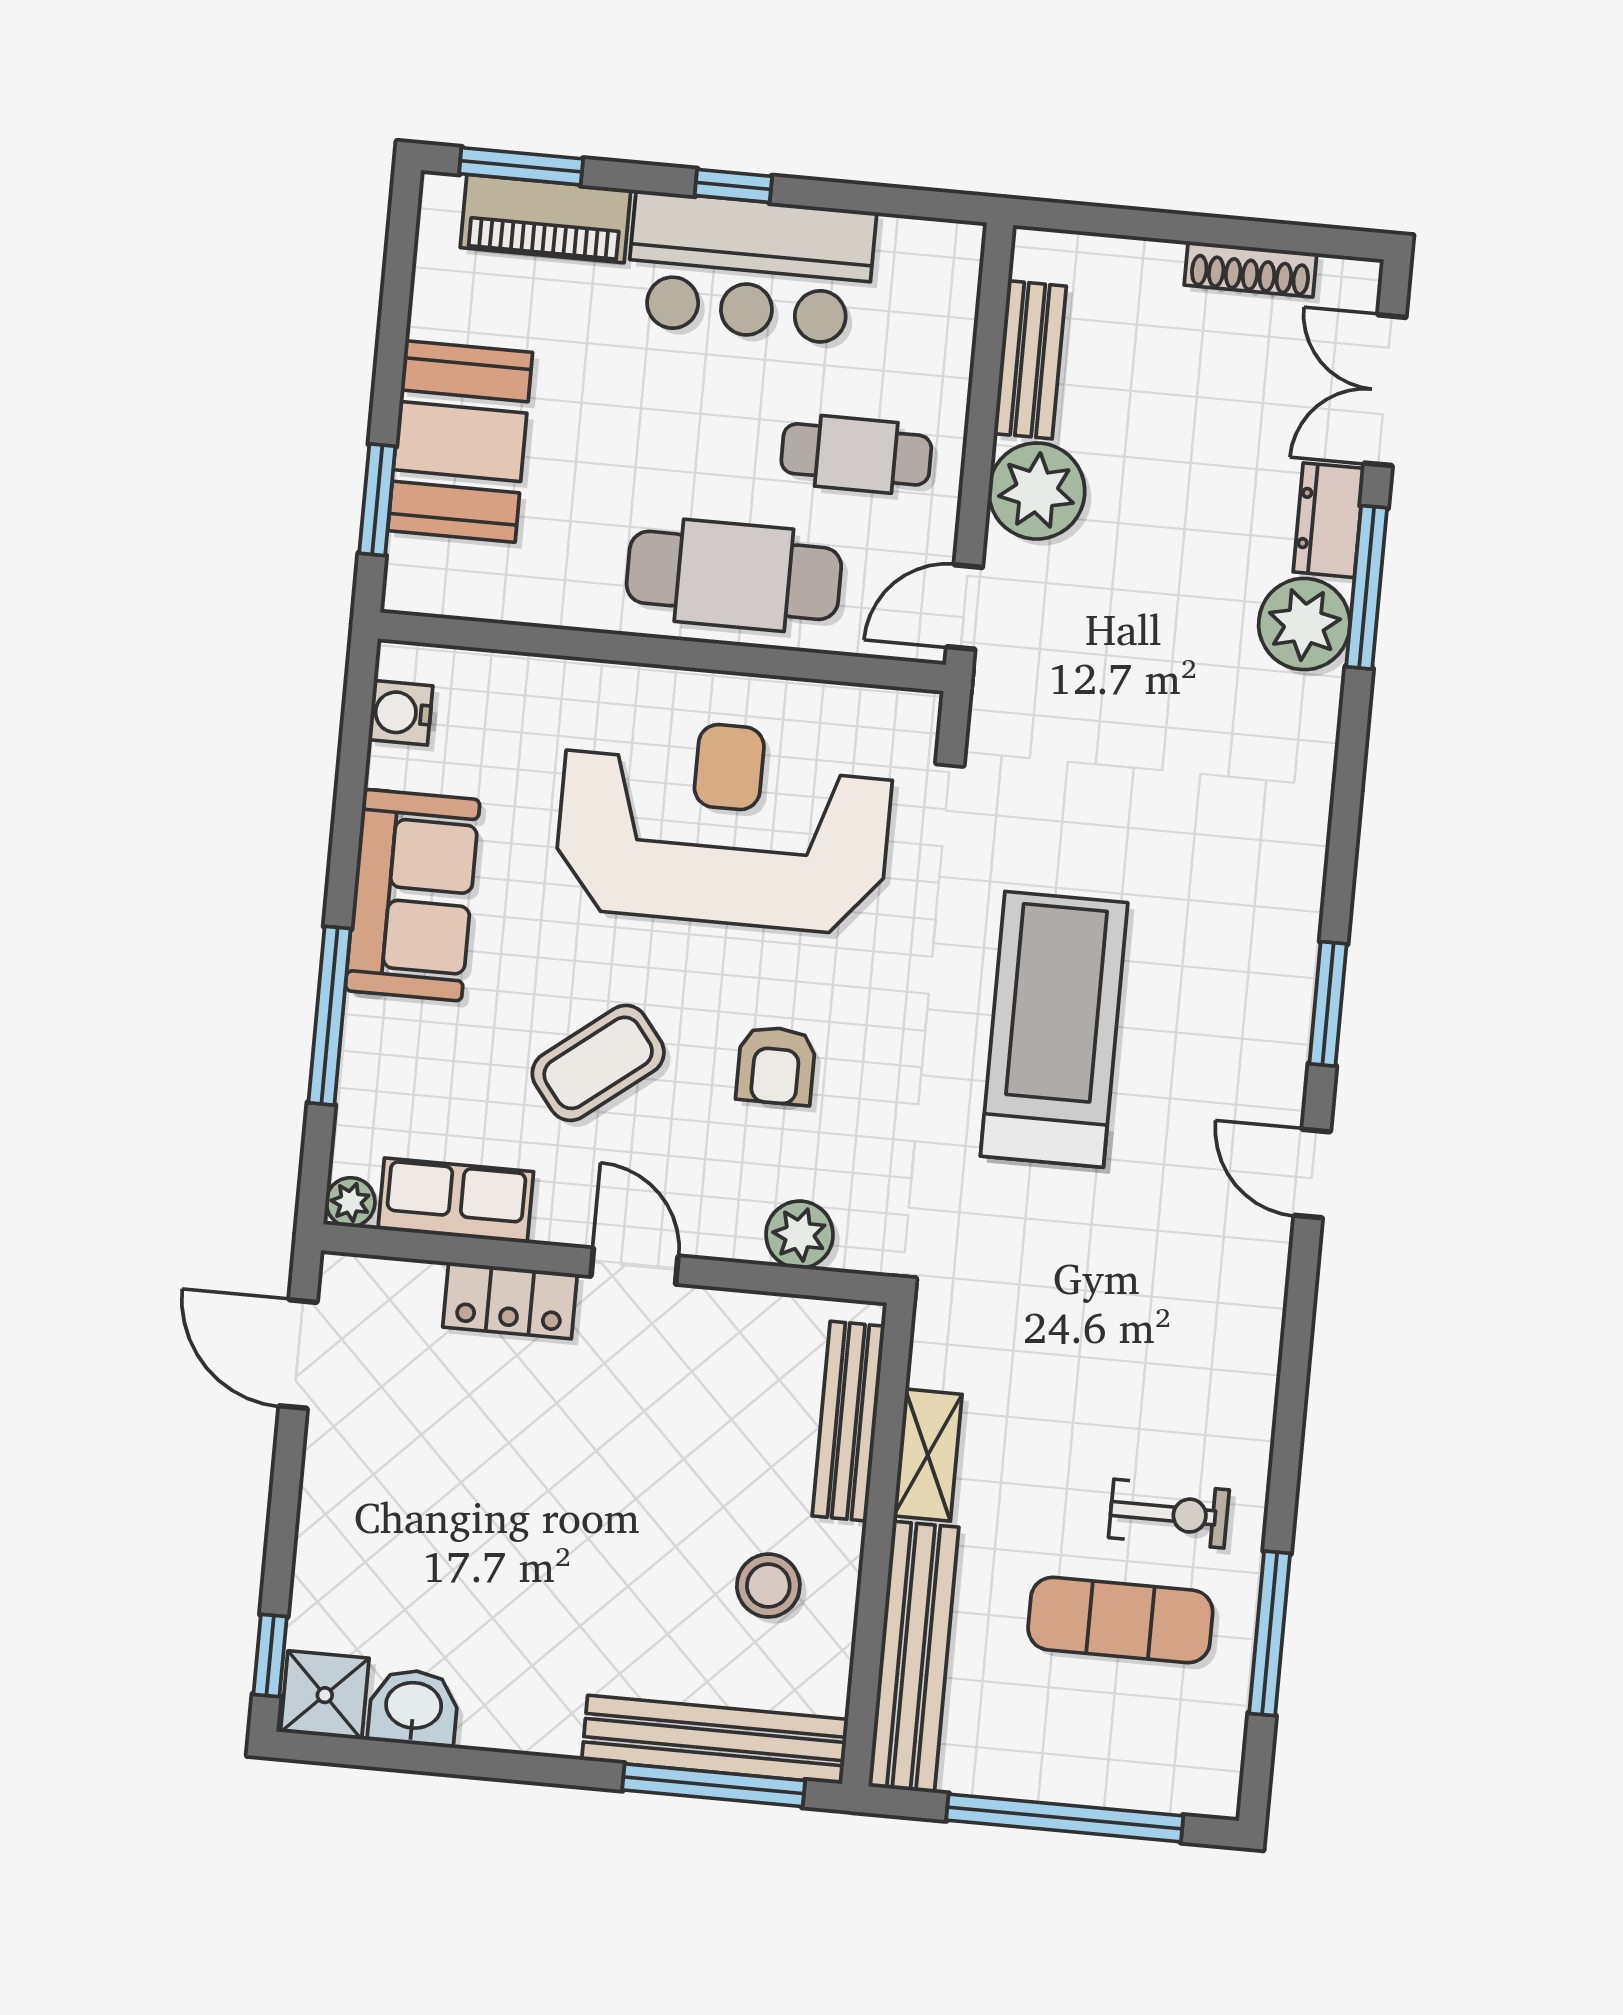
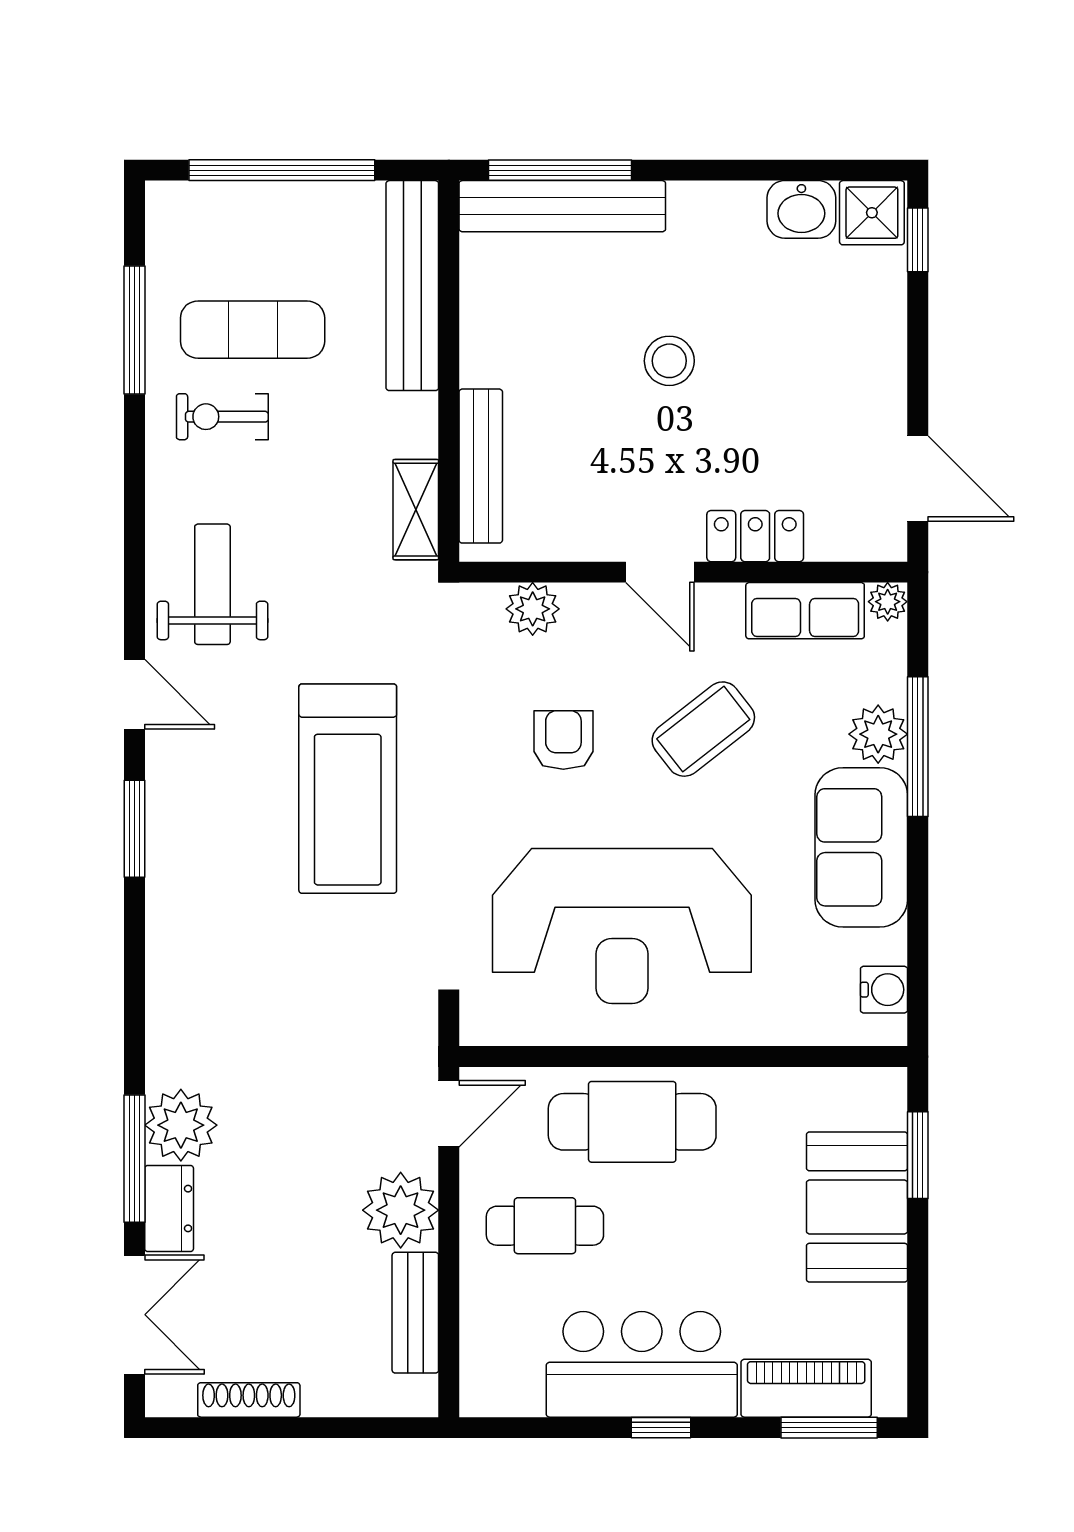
plant: (378, 1036) -> (878, 734), added
weight bench: (1201, 1303) -> (212, 584), added
shelving: (928, 1455) -> (416, 510), moved
stool: (768, 1586) -> (669, 361), moved

